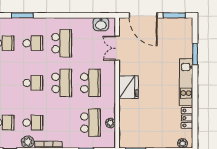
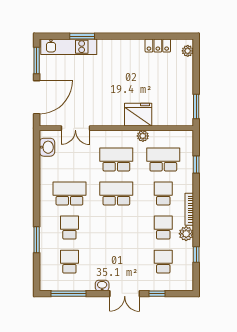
kitchen unit: (186, 82) -> (69, 47), moved
school desk: (33, 83) -> (163, 194), moved
fridge: (128, 87) -> (138, 115), moved
plant: (110, 123) -> (143, 136), moved

